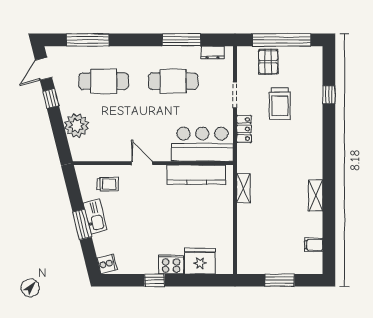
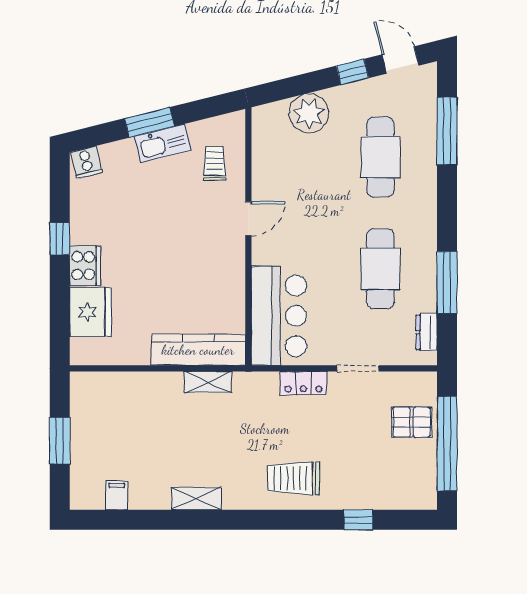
trolley: (280, 104) -> (294, 478), moved
kitchen counter: (196, 175) -> (198, 350), moved, turned 90
trolley: (108, 184) -> (214, 164), turned 180

